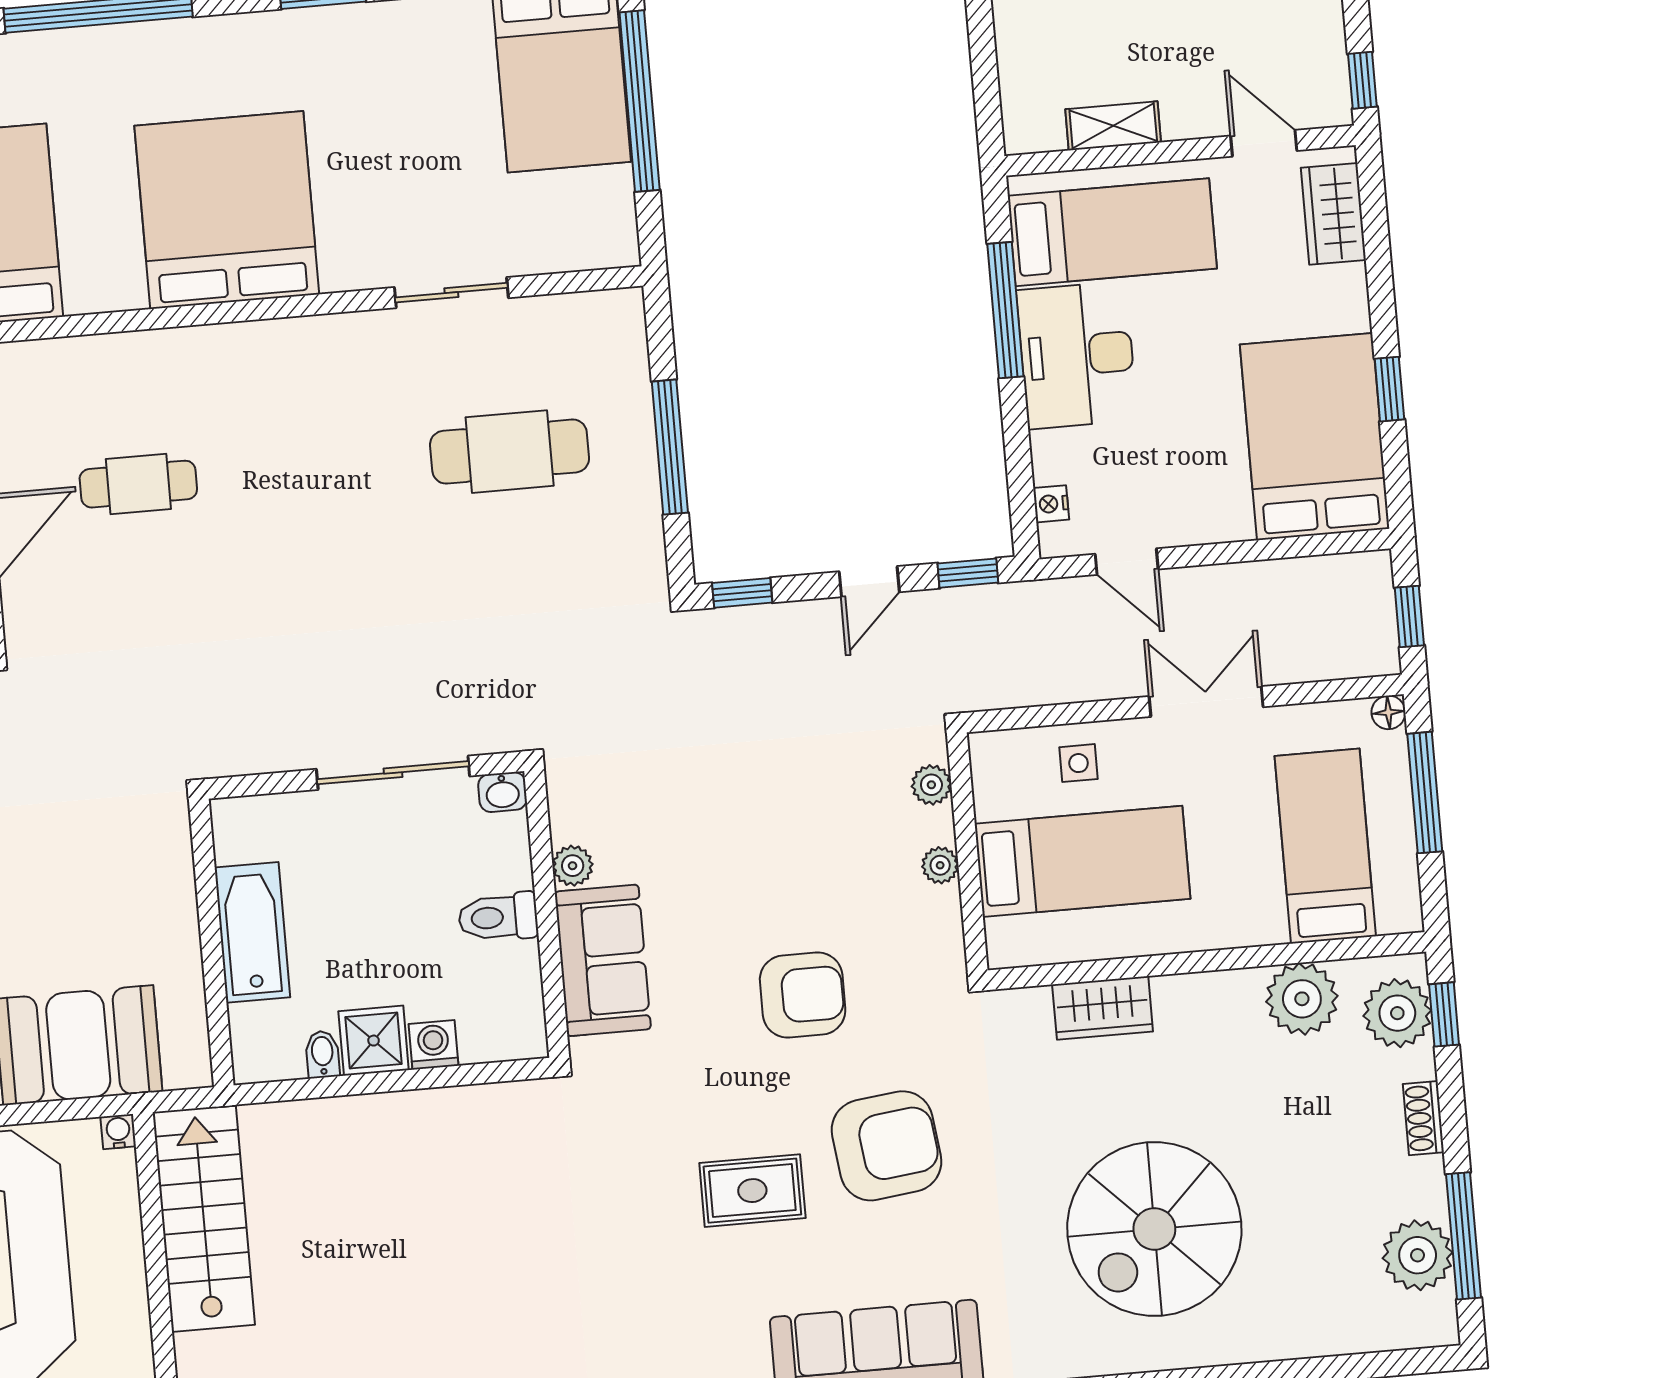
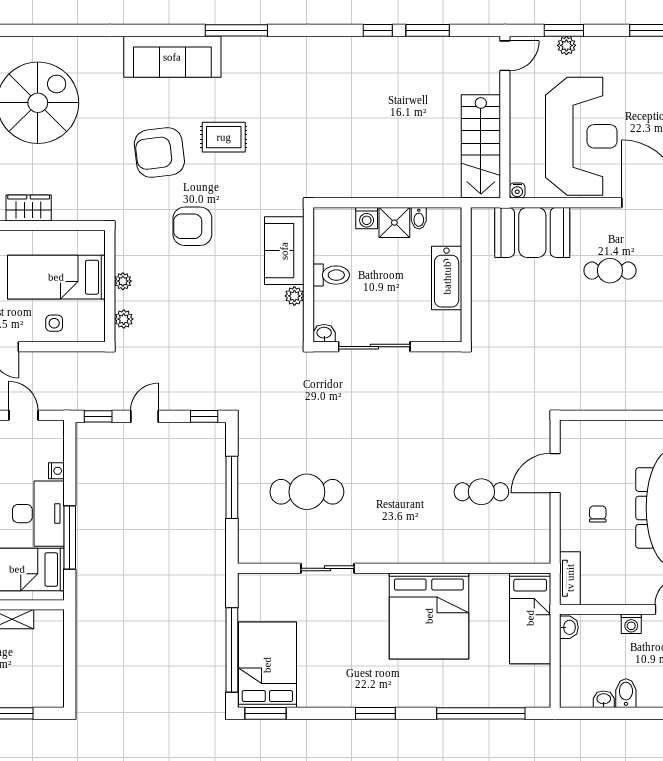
nightstand: (1051, 504) -> (56, 471), moved
wardrobe: (1103, 1008) -> (29, 208), moved

